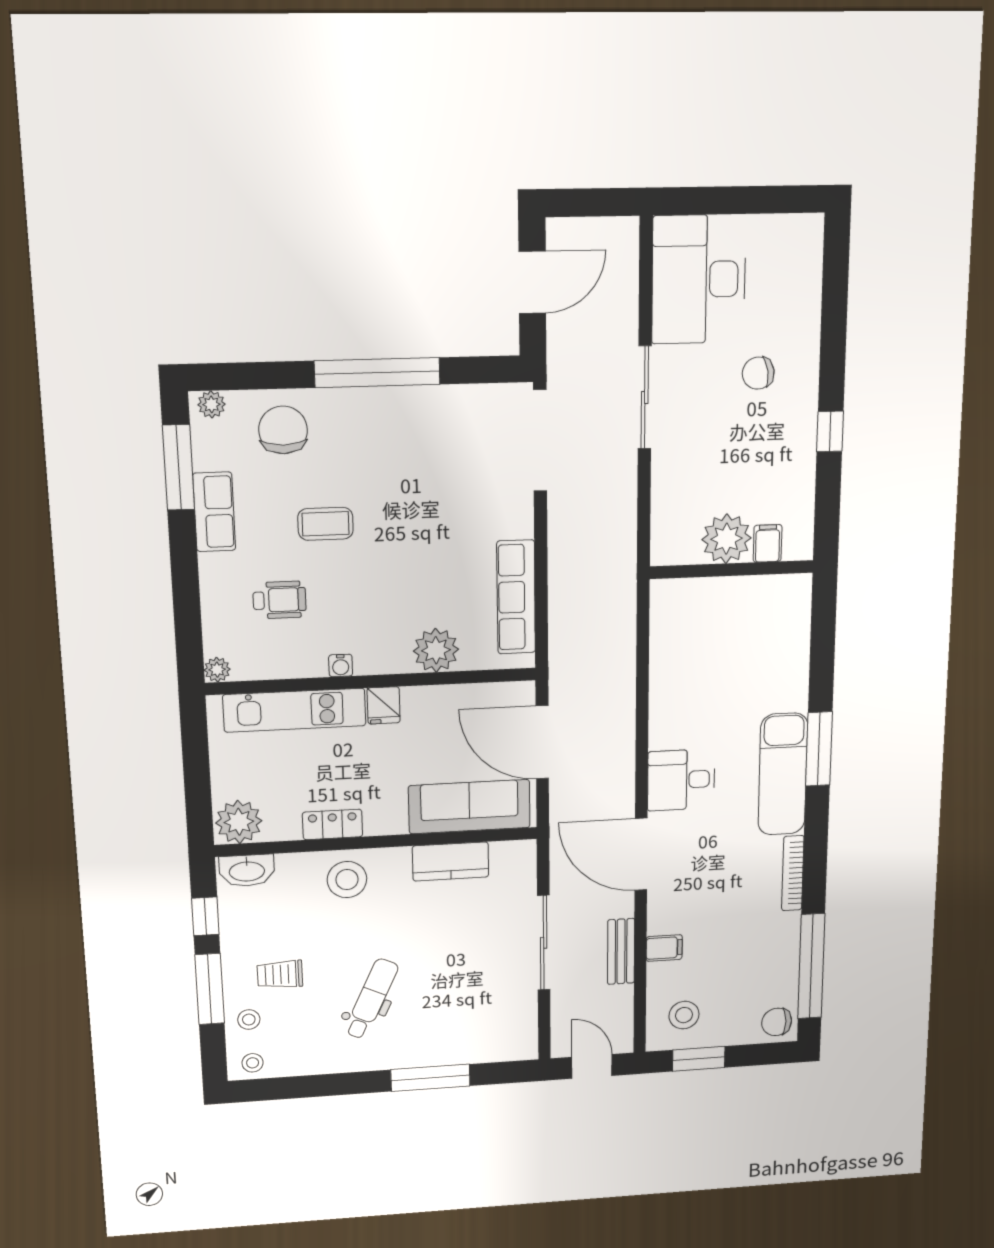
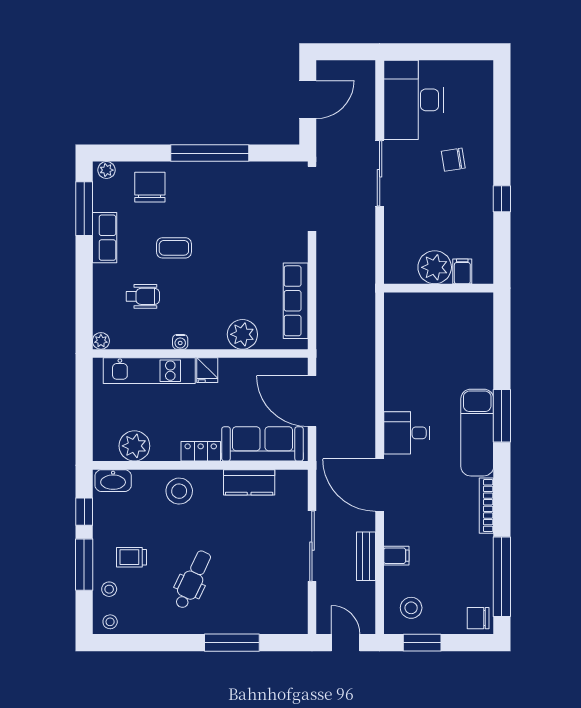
plant: (239, 822) -> (134, 446), moved
locker: (333, 824) -> (201, 451), moved

